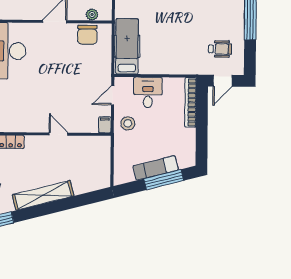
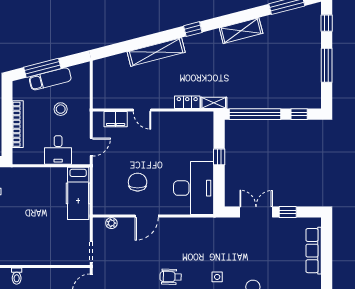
chair: (87, 35) -> (138, 182), moved
bookcase: (191, 102) -> (18, 124), moved
stool: (128, 123) -> (61, 109), moved
filing cabinet: (105, 125) -> (116, 119), moved, width x2.00

